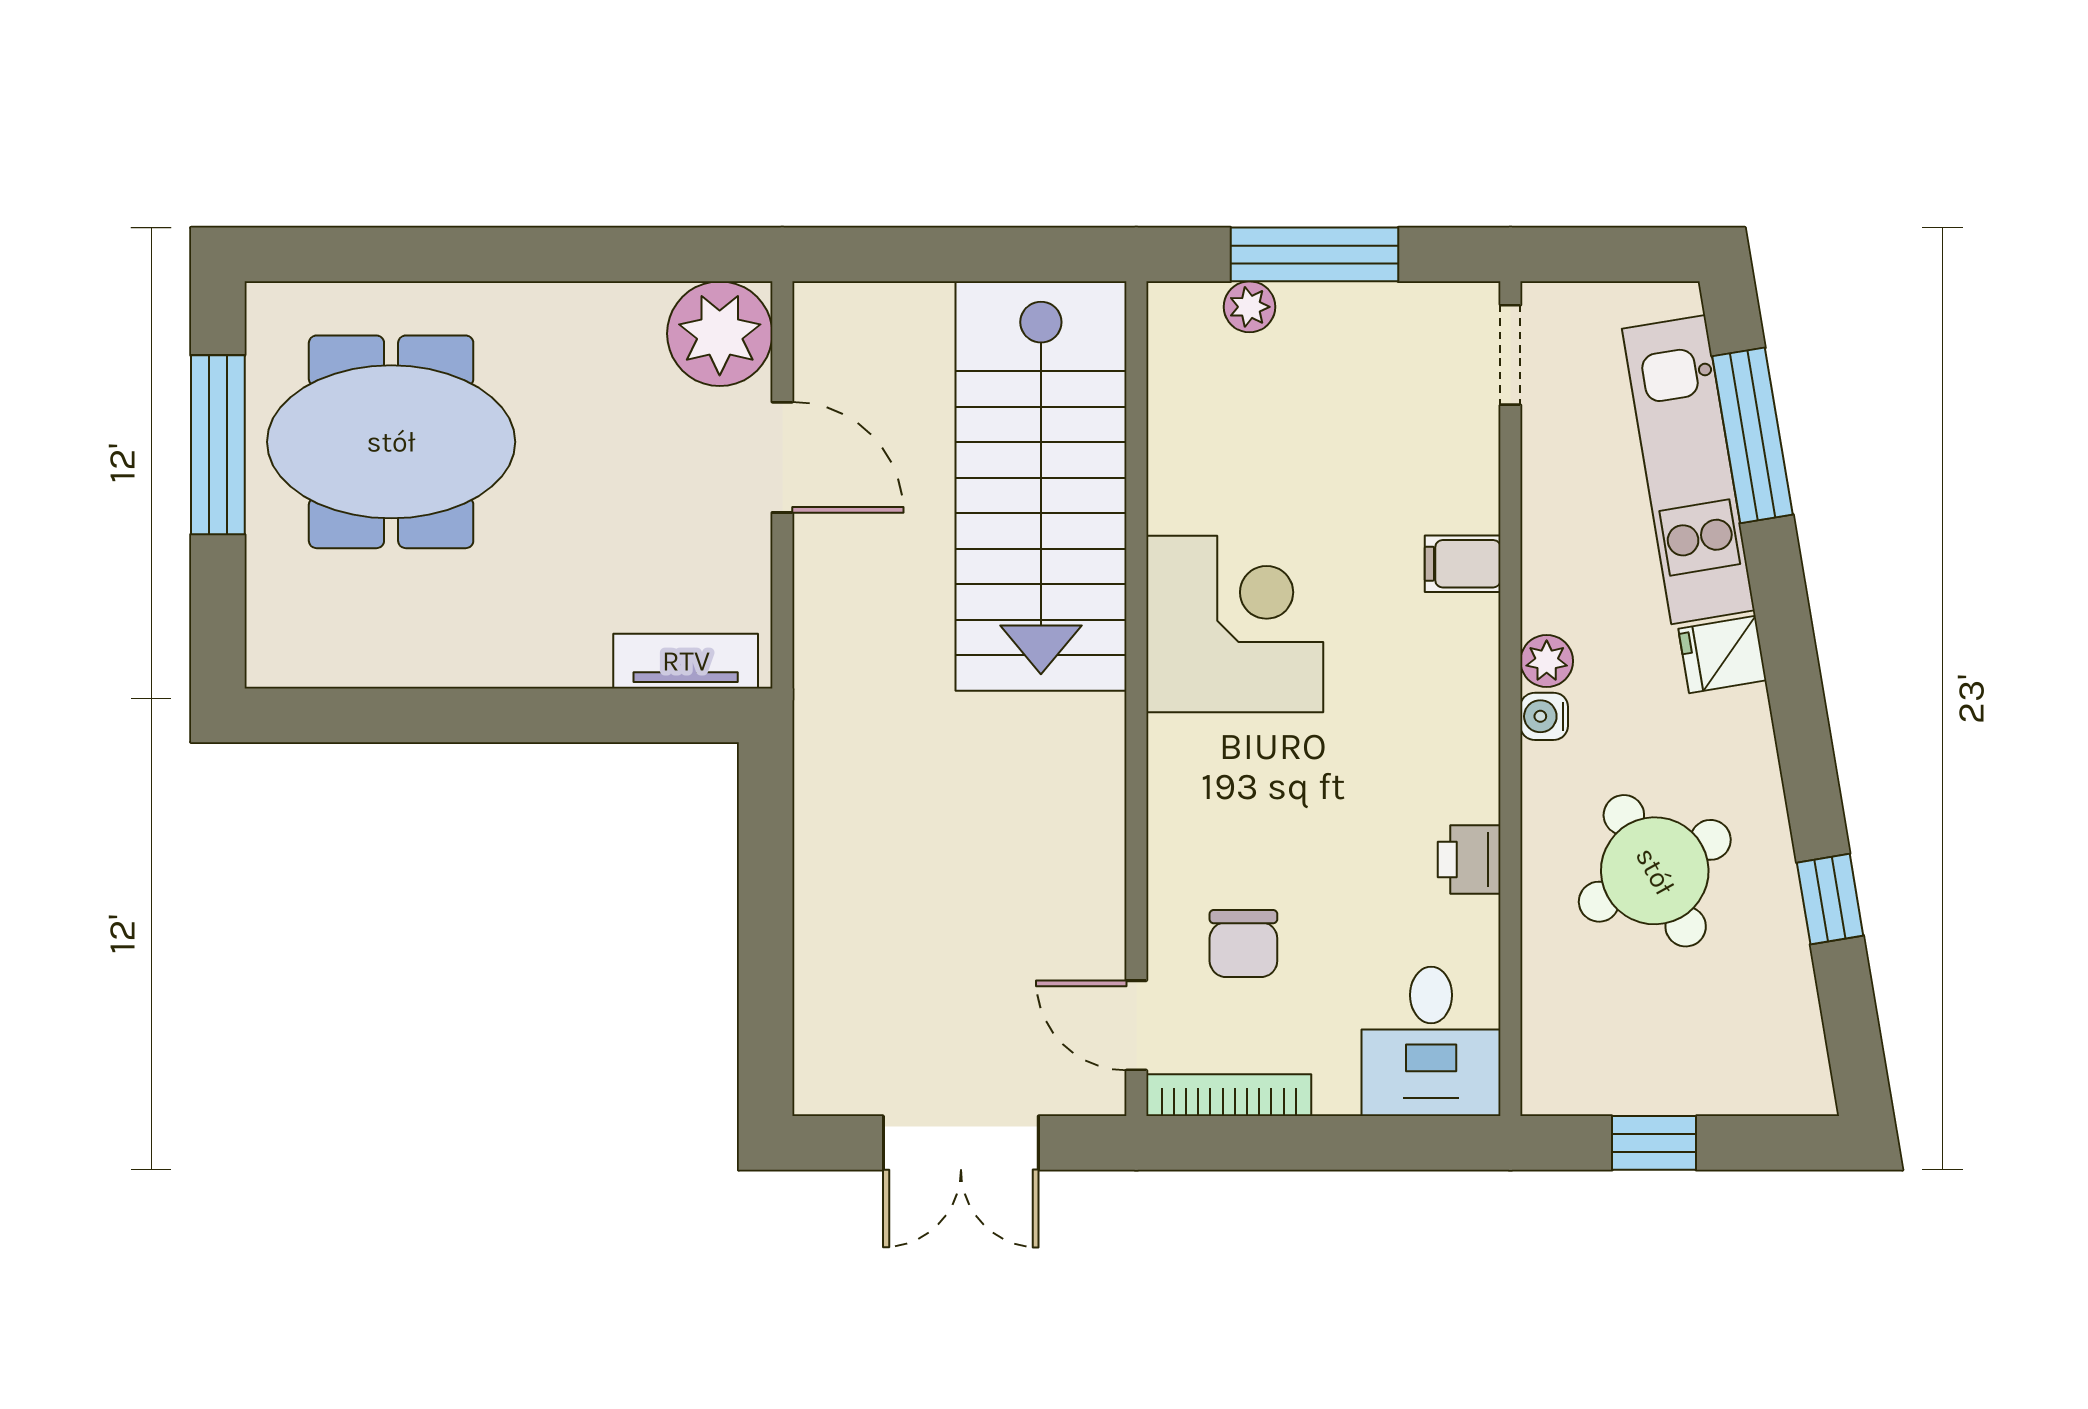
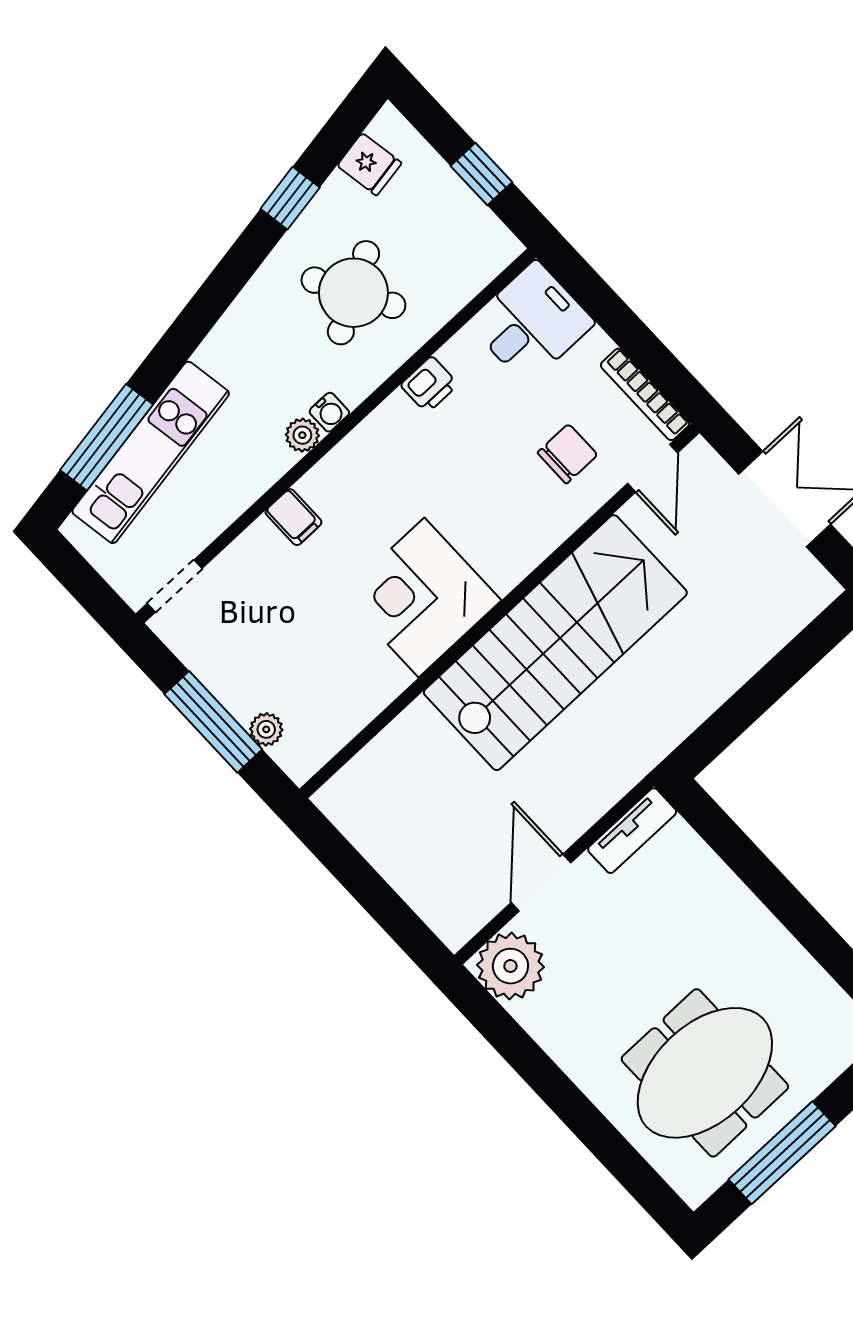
meeting table: (391, 442) -> (705, 1073), turned 90
stairs: (1041, 486) -> (555, 643), moved
fridge: (1722, 655) -> (369, 164), moved
tv unit: (686, 661) -> (632, 831), moved, turned -90

